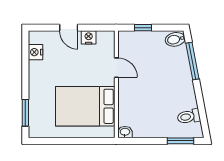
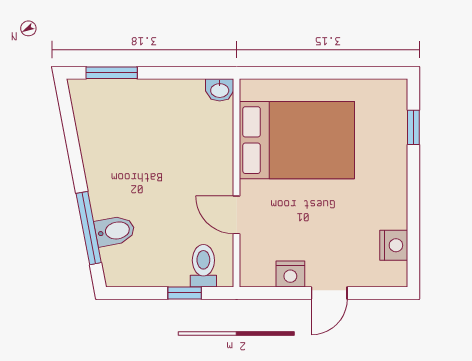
door: (69, 28) -> (329, 293), swing flipped
bidet: (175, 39) -> (115, 231), moved
window: (25, 113) -> (413, 127), width x0.67
toilet: (189, 117) -> (203, 266), moved, turned -79

